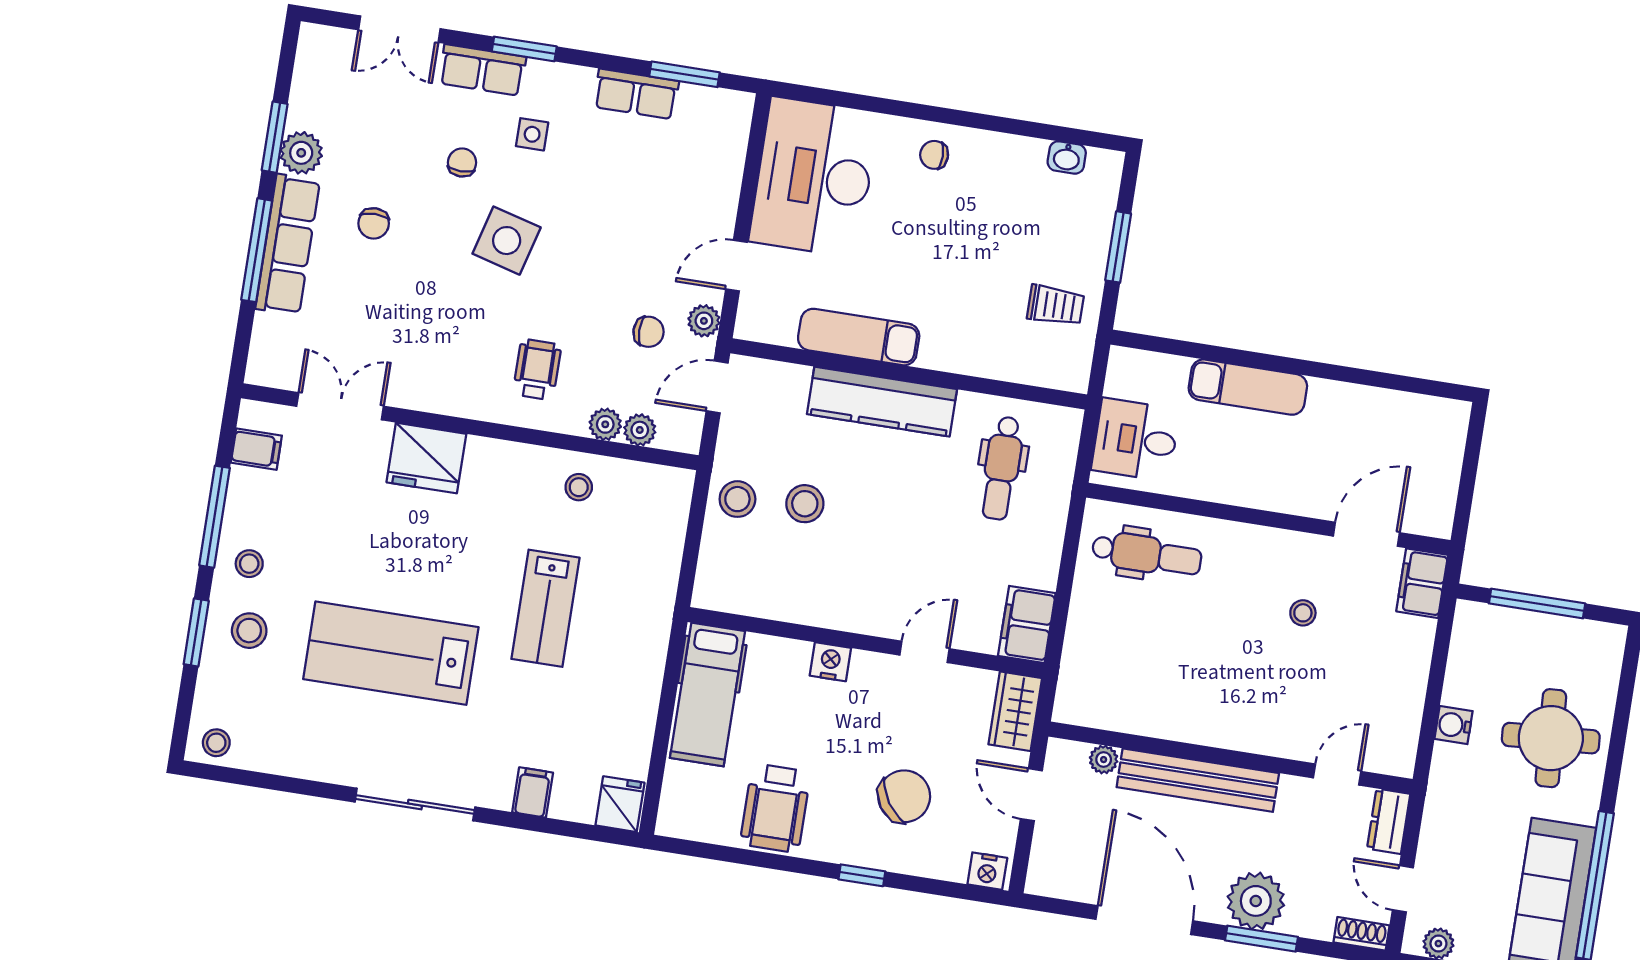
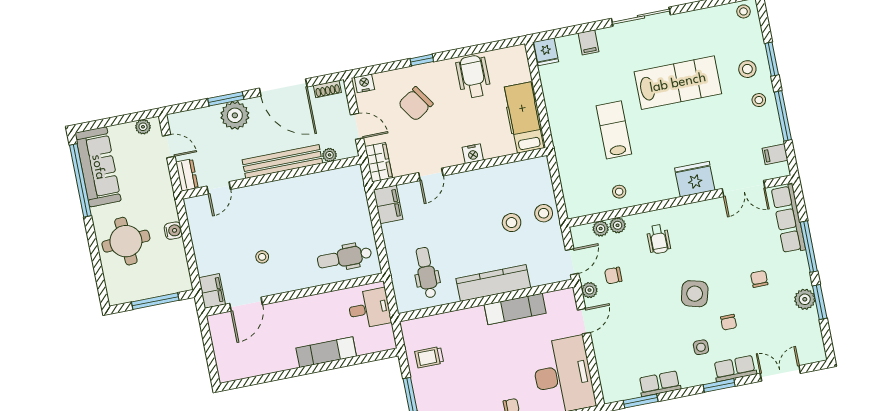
row of seats: (288, 245) -> (788, 219), moved
shoe rack: (1361, 934) -> (327, 89), moved

